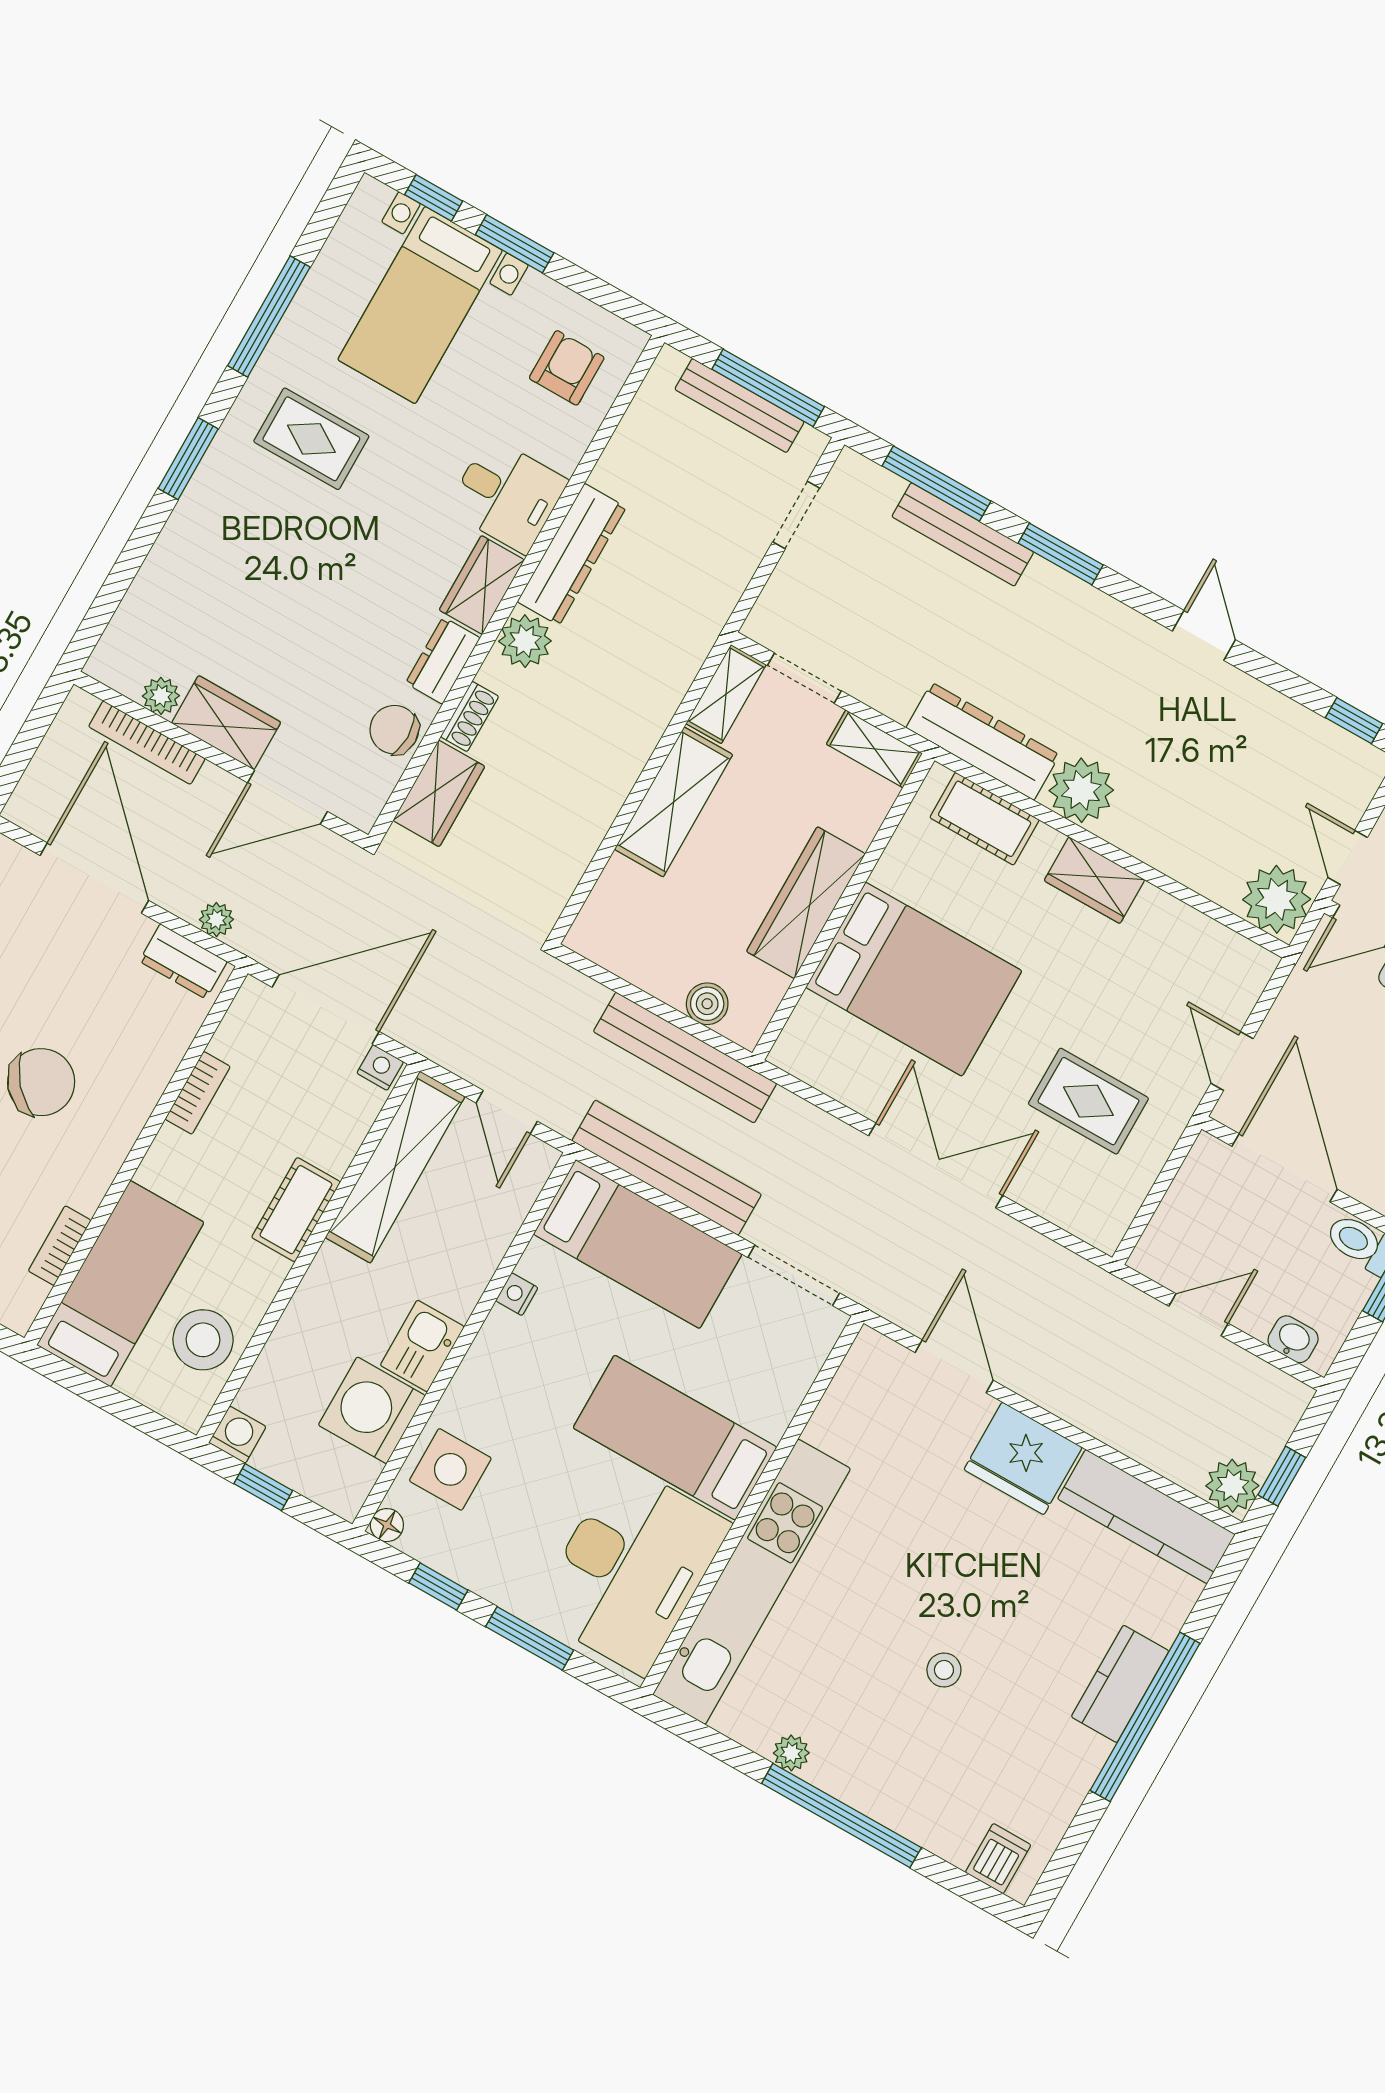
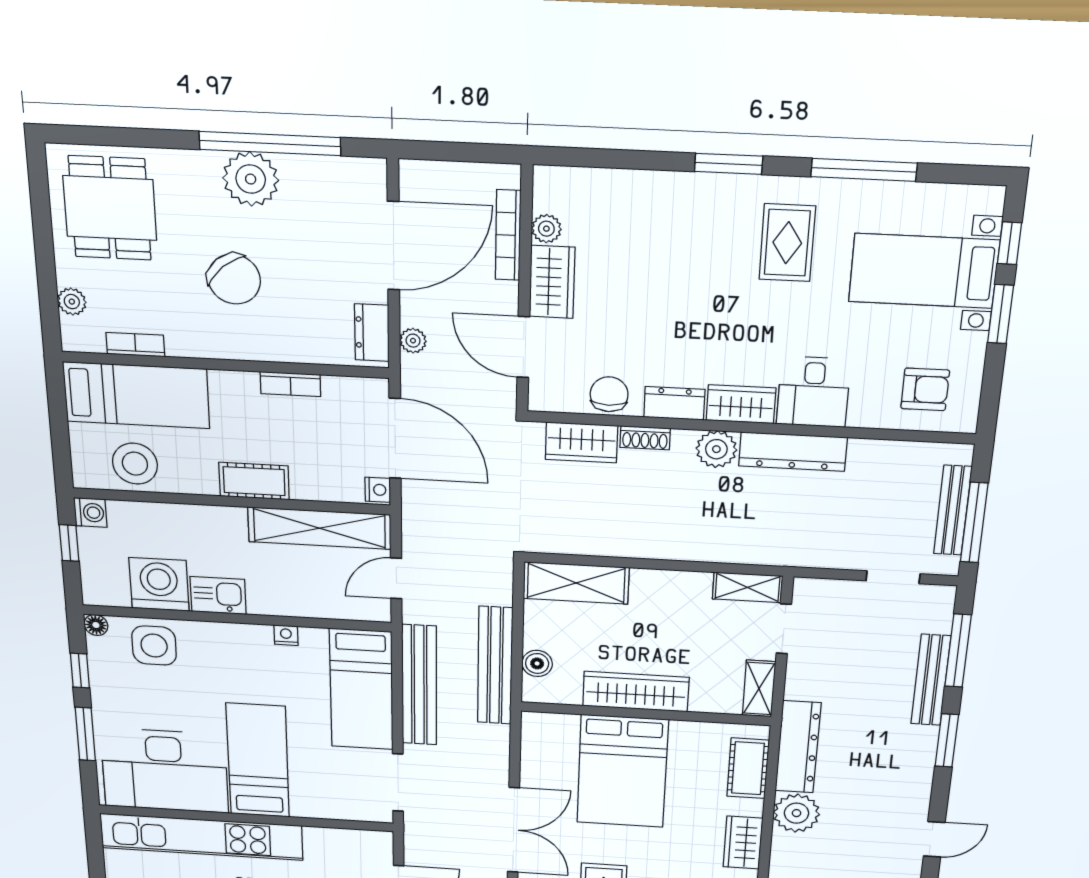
shelving: (674, 802) -> (576, 583), moved

